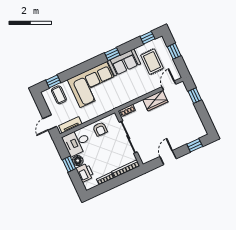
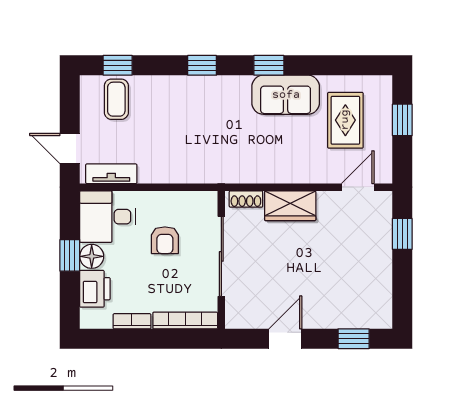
window: (147, 38) -> (202, 65), moved
corner sofa: (93, 85) -> (199, 111), removed
wardrobe: (155, 101) -> (290, 206), moved
door: (50, 122) -> (70, 148), hinge flipped
armchair: (100, 129) -> (165, 240), moved

